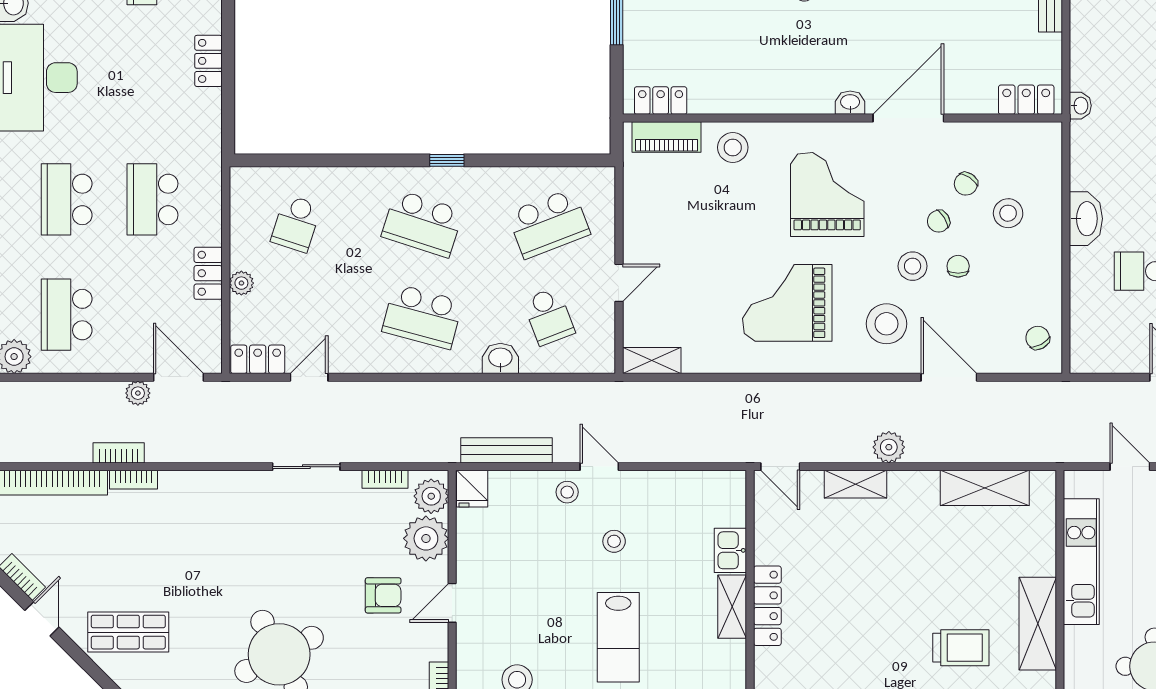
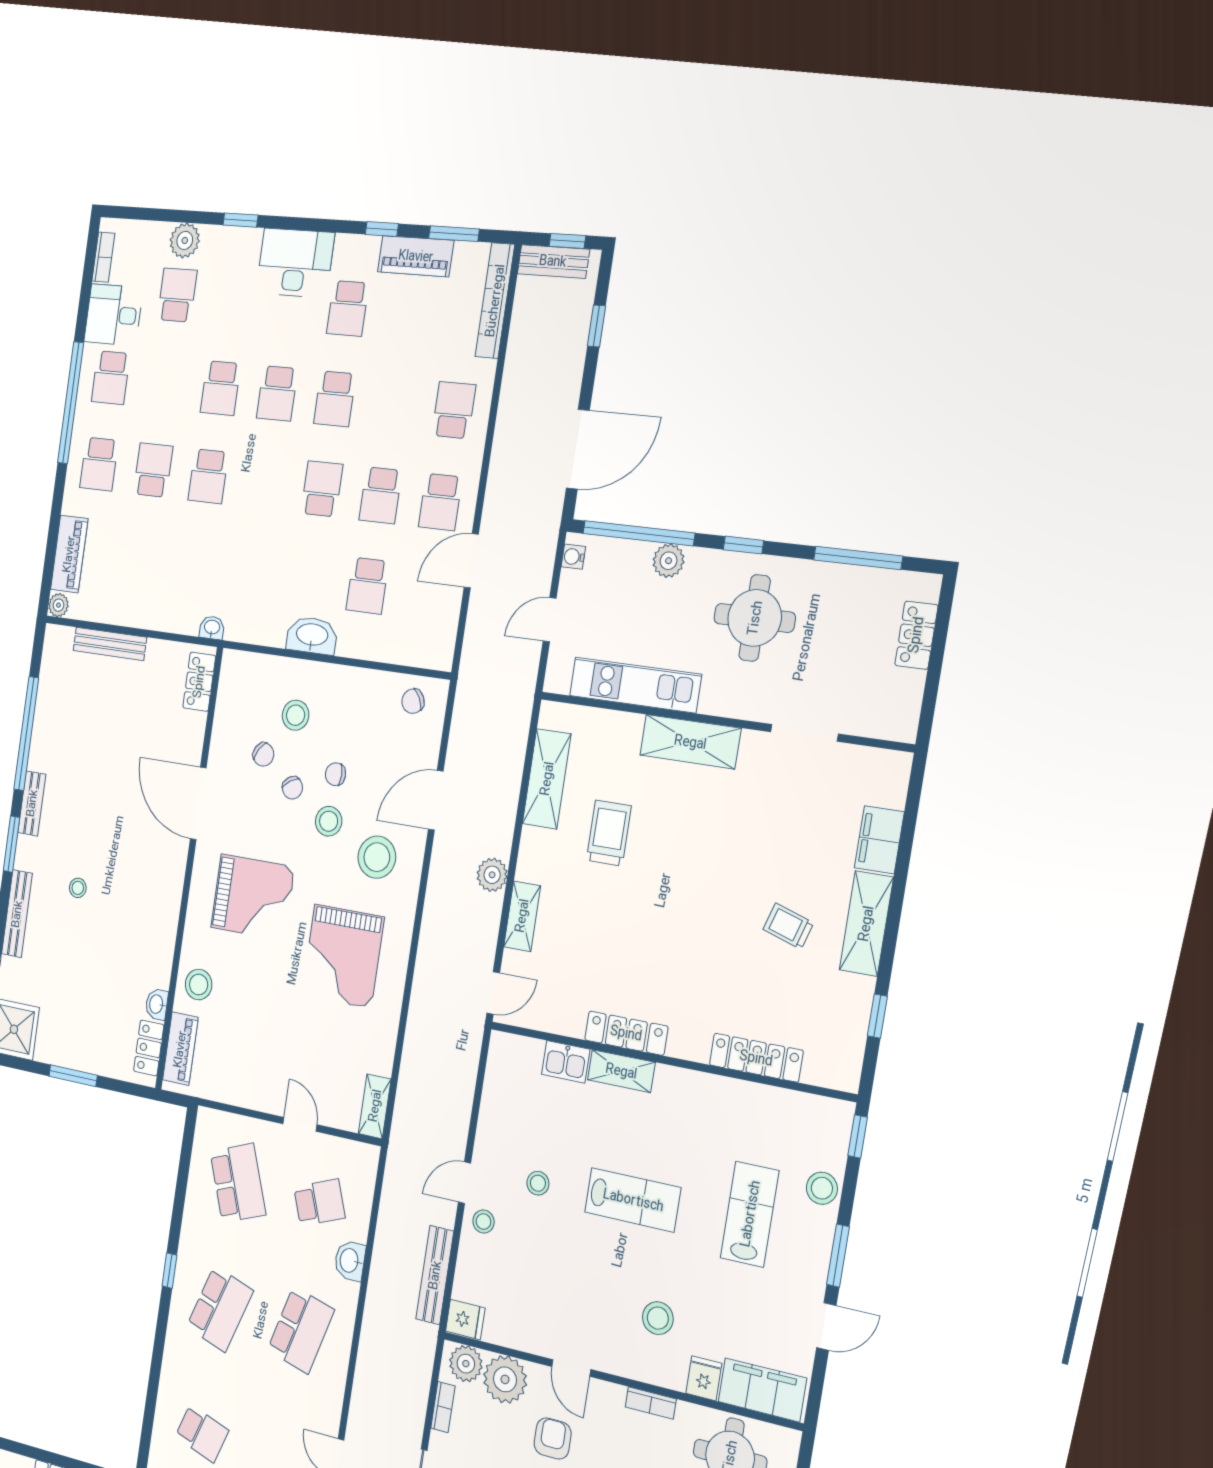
washbasin: (850, 103) -> (157, 1004), moved
grand piano: (827, 194) -> (253, 897), turned 180
trolley: (961, 648) -> (609, 833), moved

